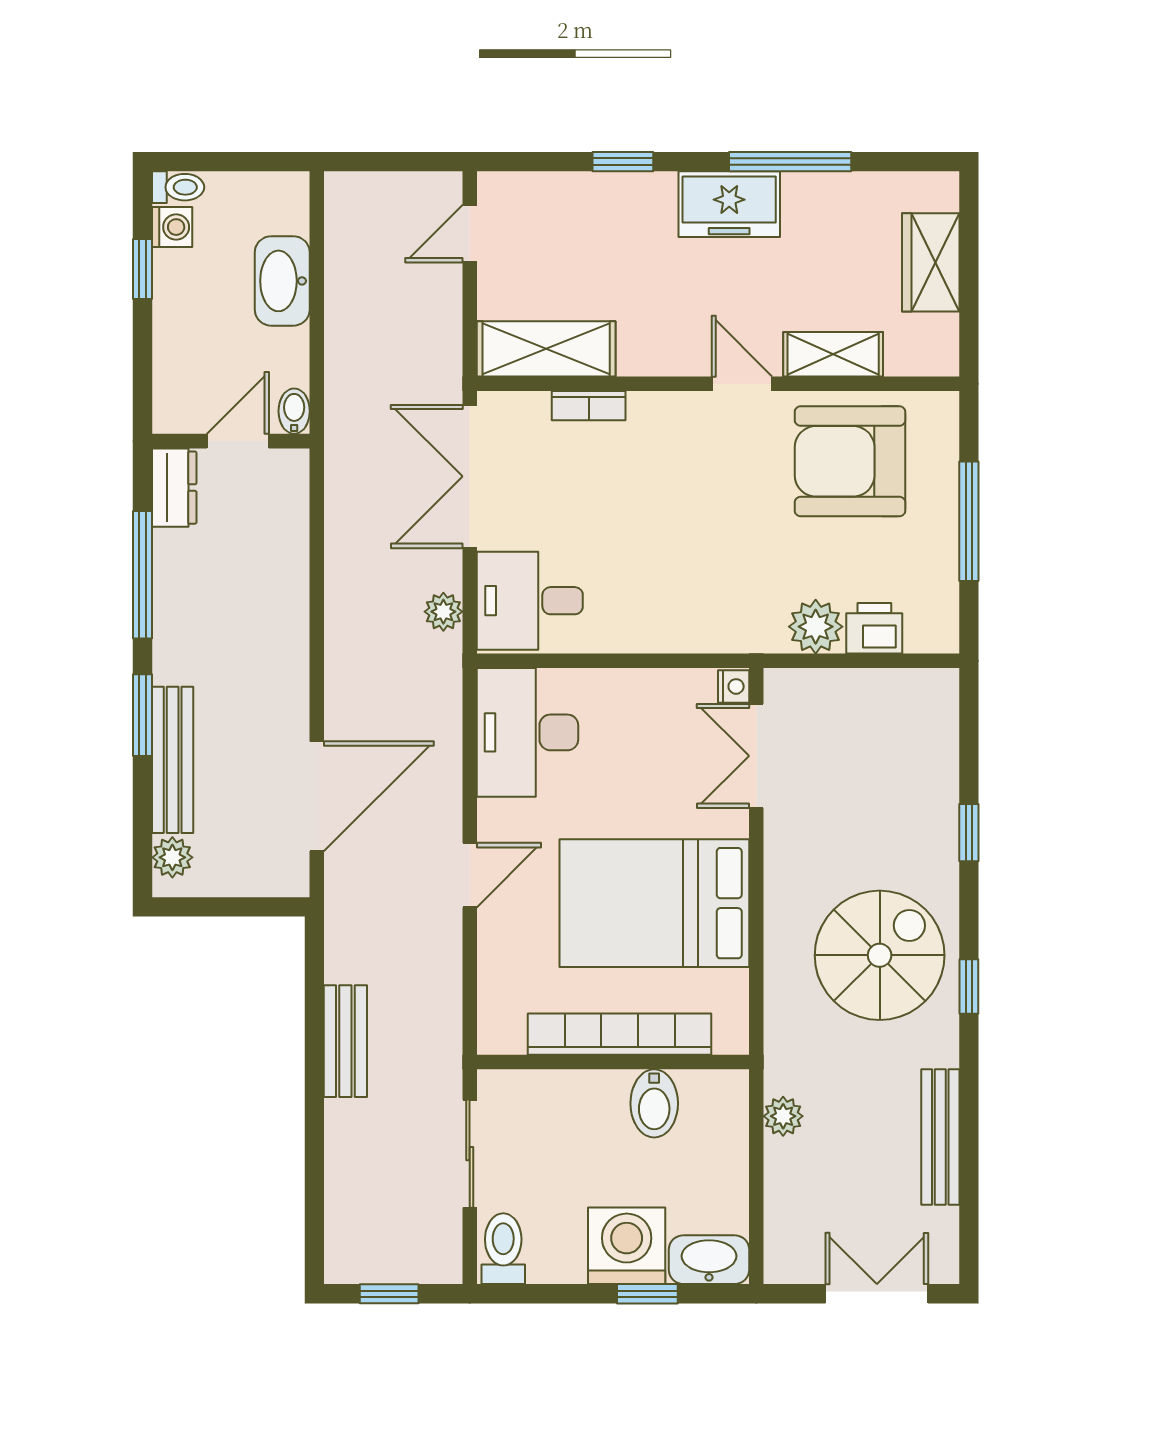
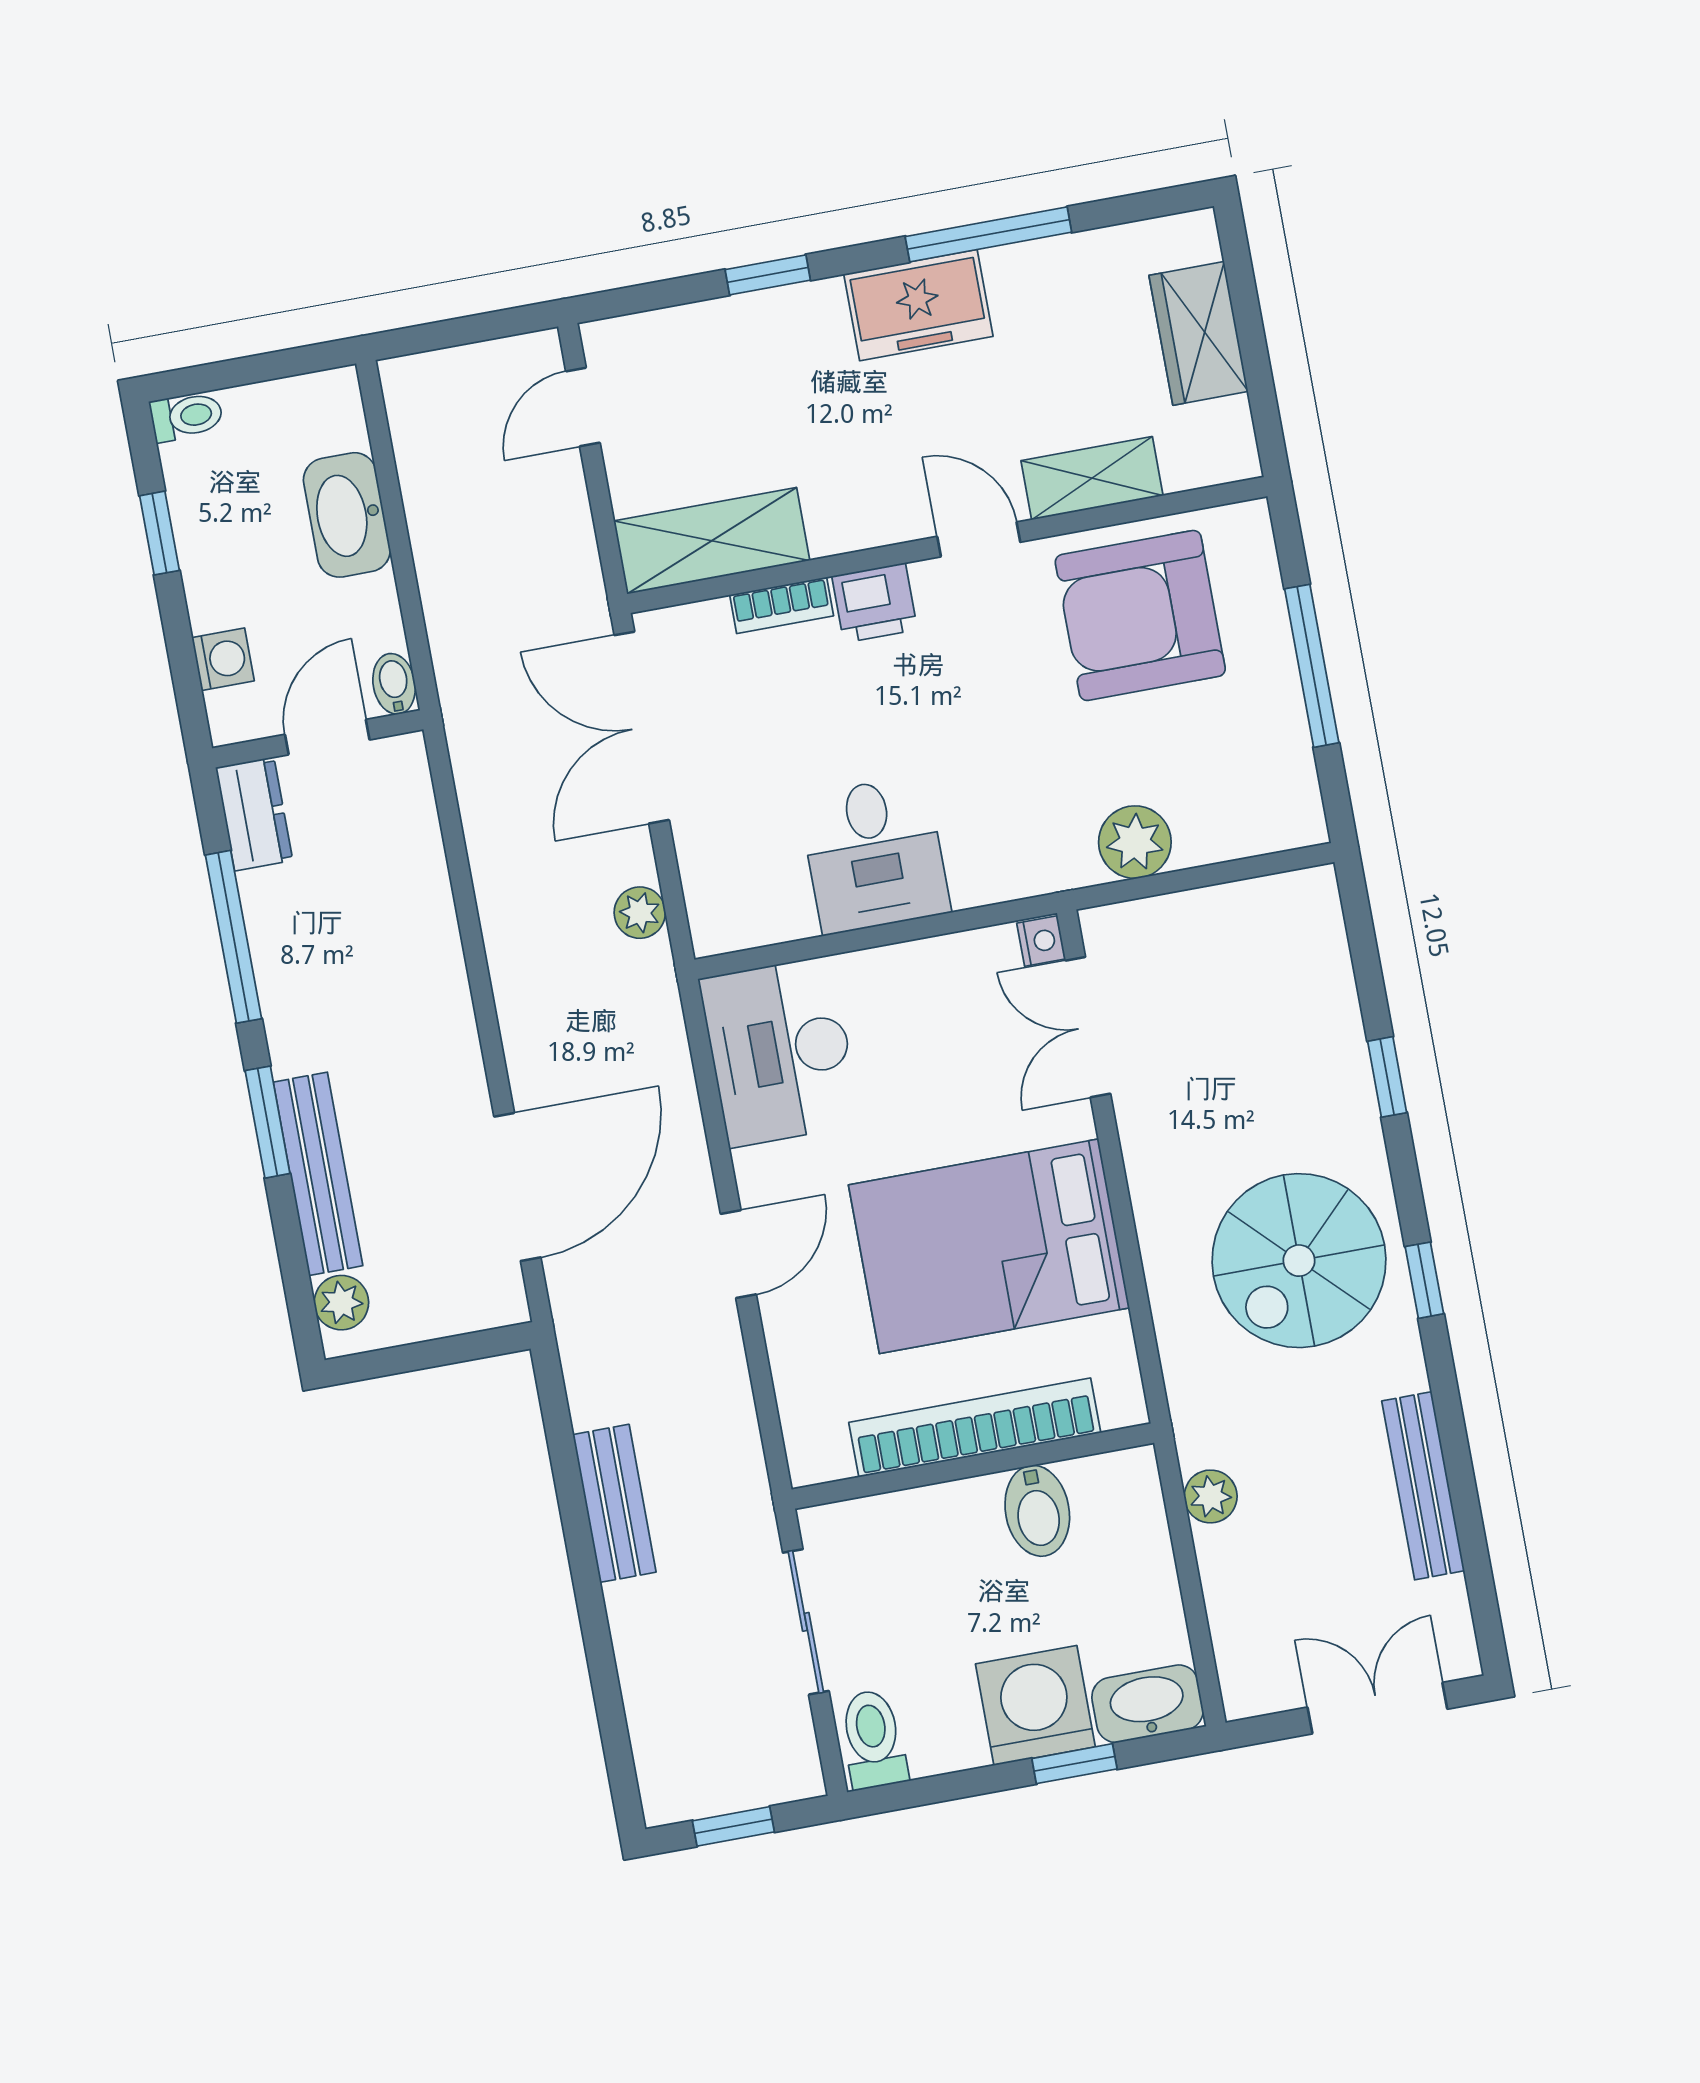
washing machine: (172, 227) -> (223, 659), moved
desk: (530, 601) -> (874, 855), moved, turned -90
printer: (874, 628) -> (875, 603), moved, turned 180
spiral stairs: (880, 955) -> (1299, 1261), turned 180

